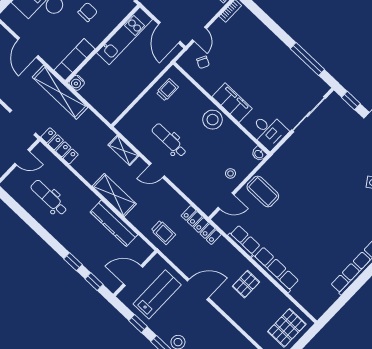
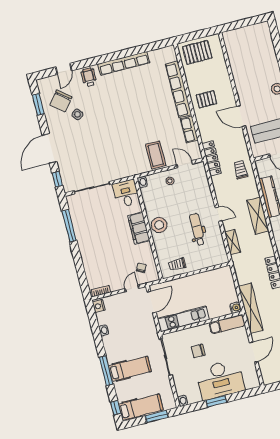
dental chair: (169, 140) -> (197, 229), turned 180
row of seats: (275, 270) -> (178, 90), width x1.36

